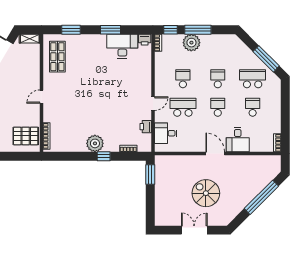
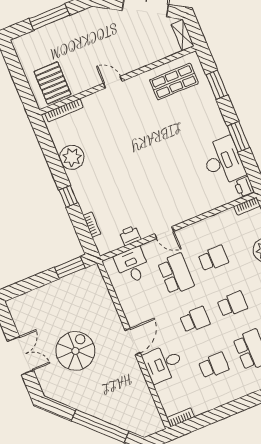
plant: (95, 143) -> (72, 157), moved

